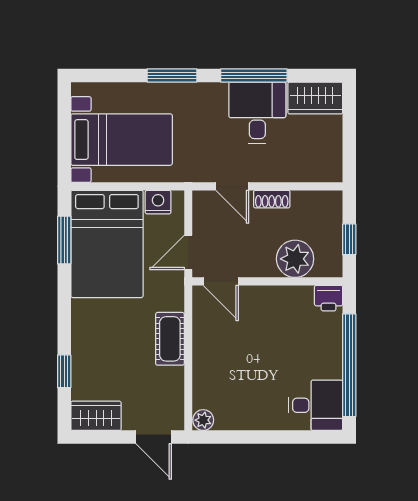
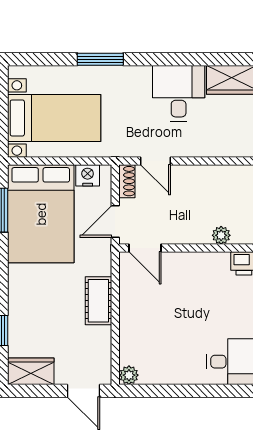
window: (254, 76) -> (175, 59), removed
shoe rack: (272, 199) -> (127, 181), moved, turned -90
plant: (295, 259) -> (221, 235), width x0.53, depth x0.53

